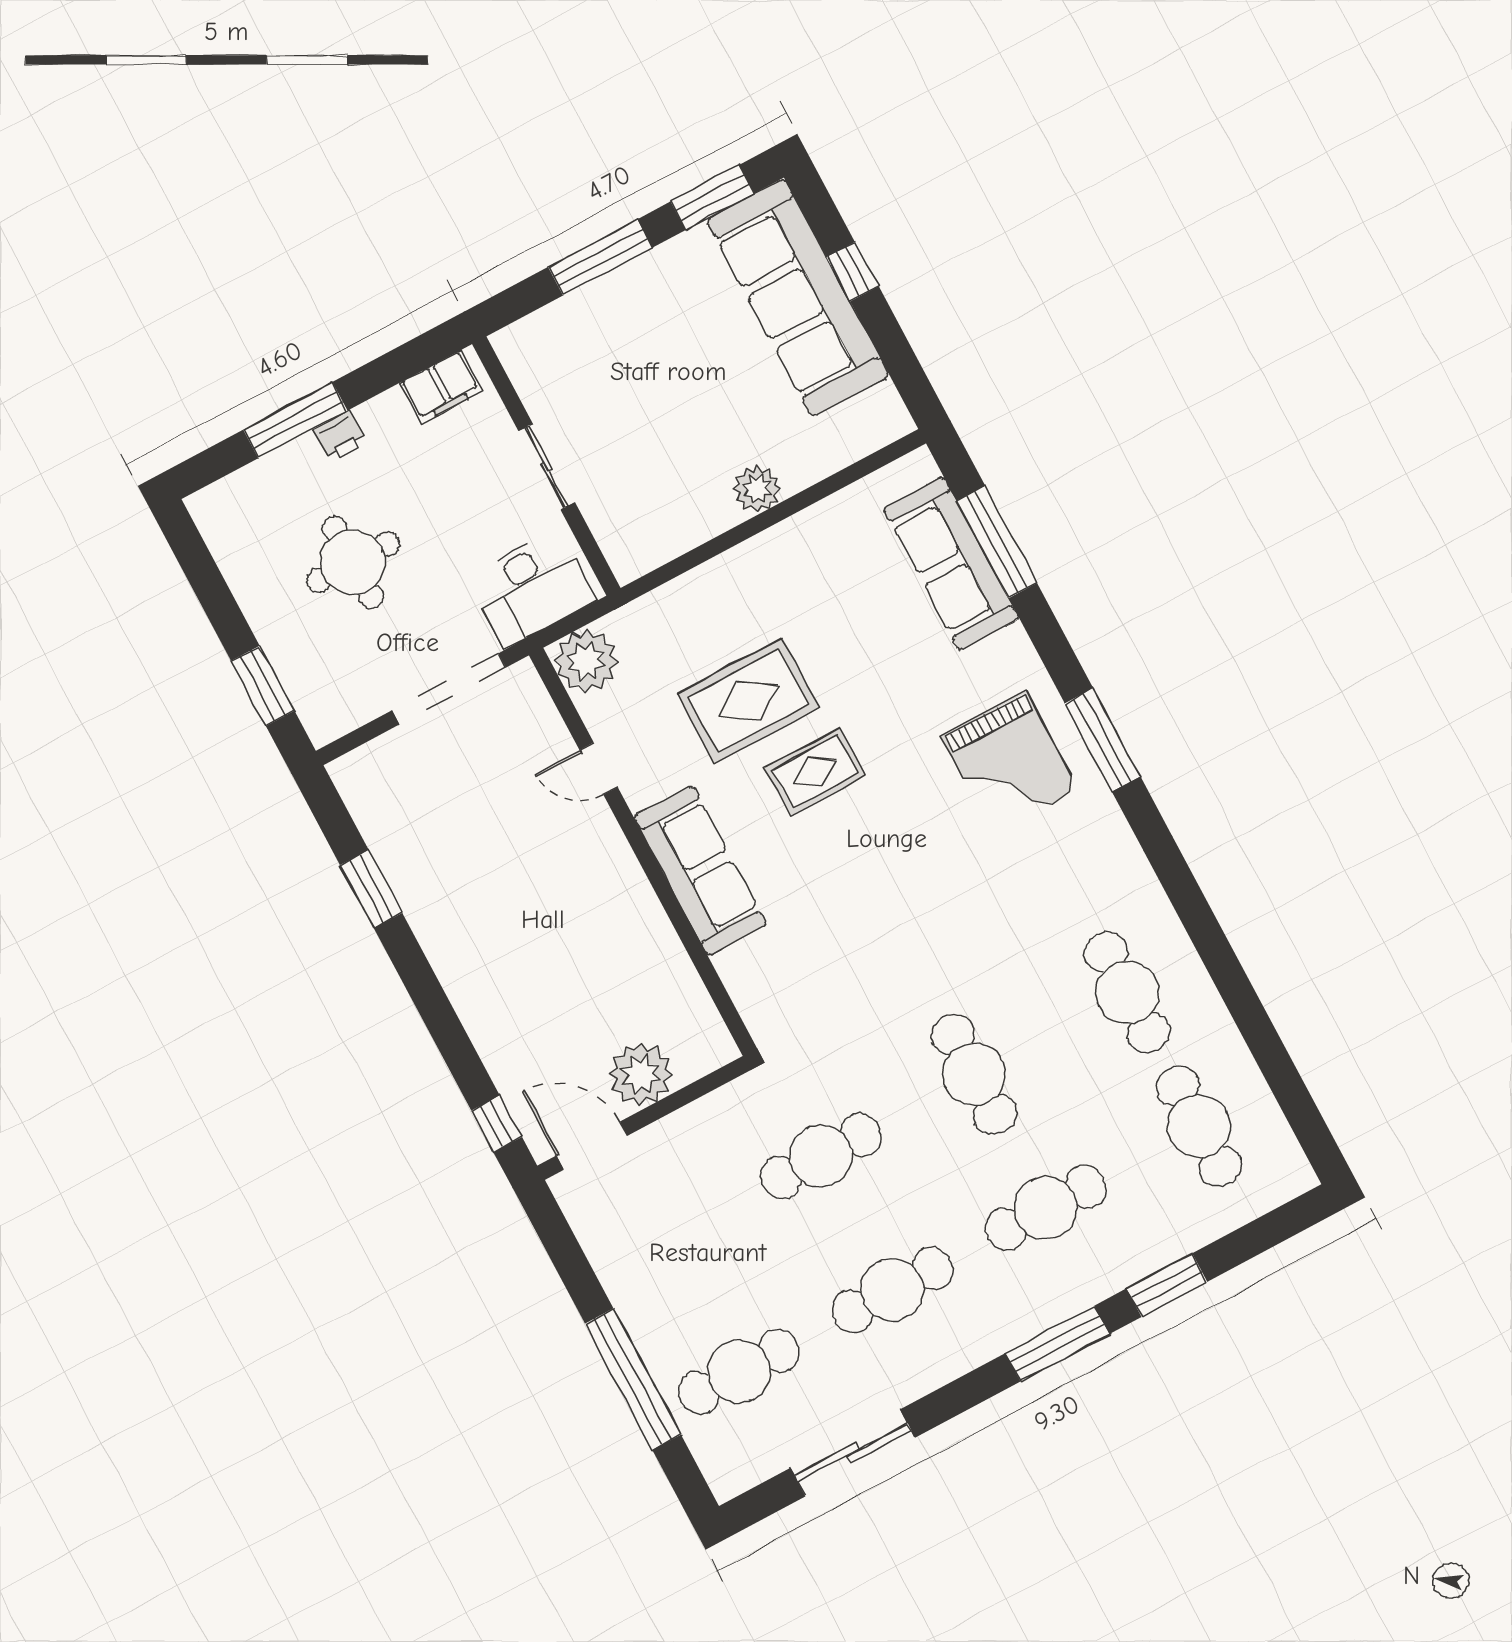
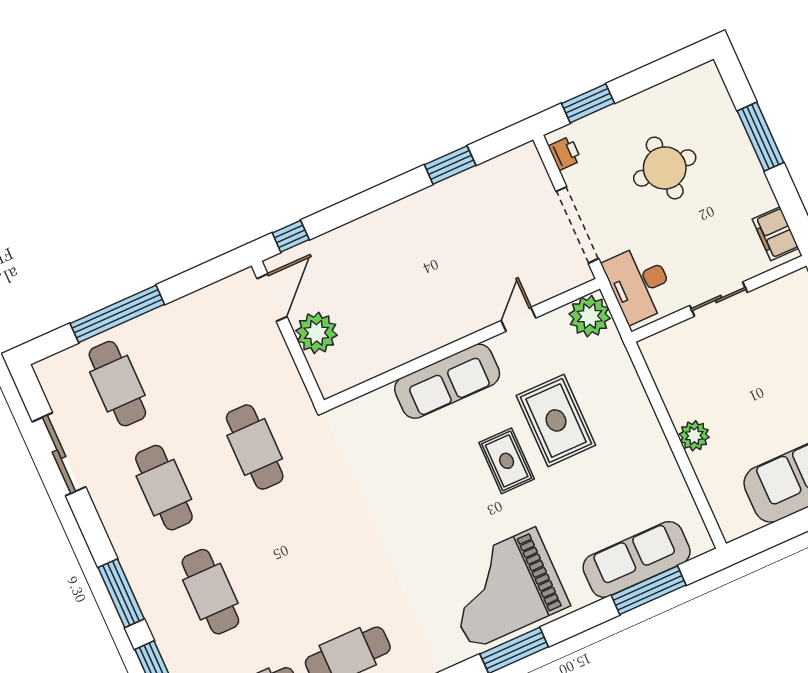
printer: (340, 436) -> (565, 153), moved, turned 180
grand piano: (1009, 763) -> (503, 588), width x1.37, depth x1.48
cafe table: (974, 1074) -> (301, 551), removed

